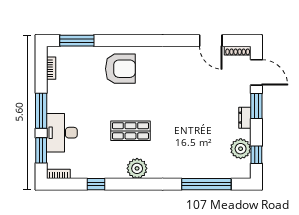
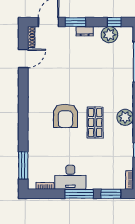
armchair: (120, 69) -> (65, 116), moved, turned 180
desk: (62, 133) -> (70, 177), moved

